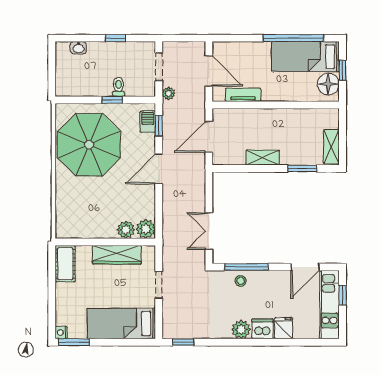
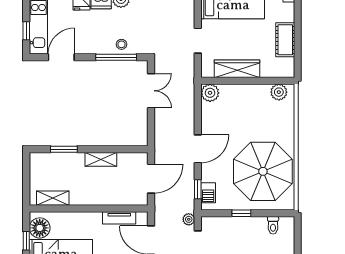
toilet: (118, 87) -> (273, 225), moved
shelving: (331, 147) -> (53, 198), moved, turned 90
plant: (126, 230) -> (279, 92), moved
cot: (65, 264) -> (285, 40), moved

